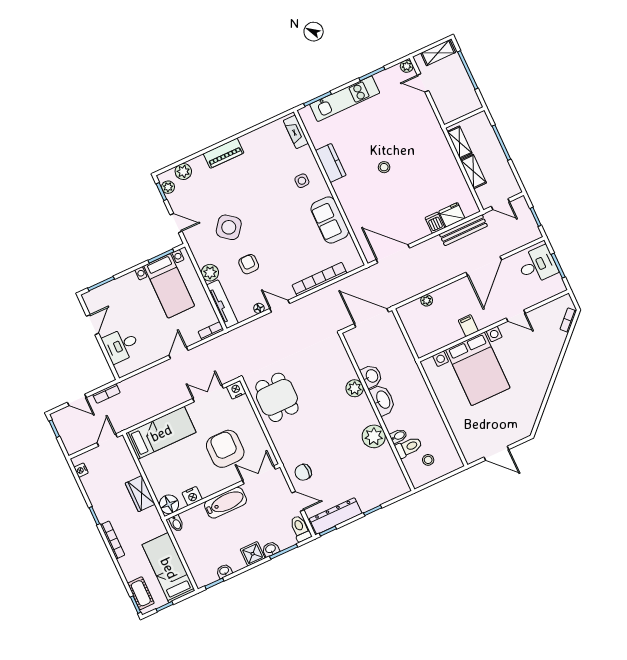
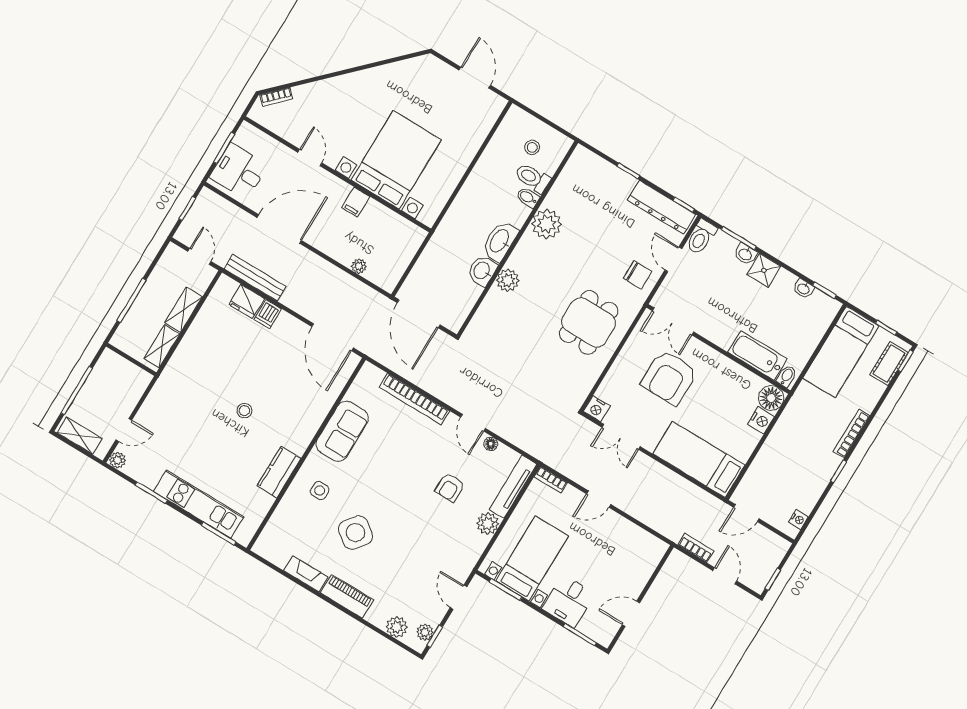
door: (423, 83) -> (124, 430), hinge flipped
fireplace: (296, 132) -> (306, 574), moved, turned -90
side table: (229, 227) -> (355, 533), moved
desk: (121, 345) -> (569, 601), moved, turned 90
dining table: (277, 397) -> (589, 322), moved
wardrobe: (140, 494) -> (781, 437), removed
nightstand: (192, 496) -> (761, 421), moved, turned 90
bathtub: (225, 503) -> (757, 355), moved

